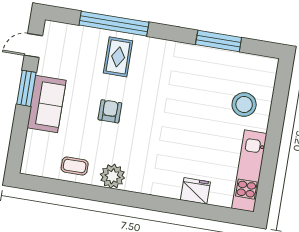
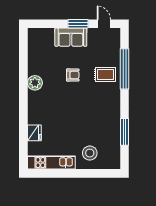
coffee table: (75, 166) -> (37, 60), removed

